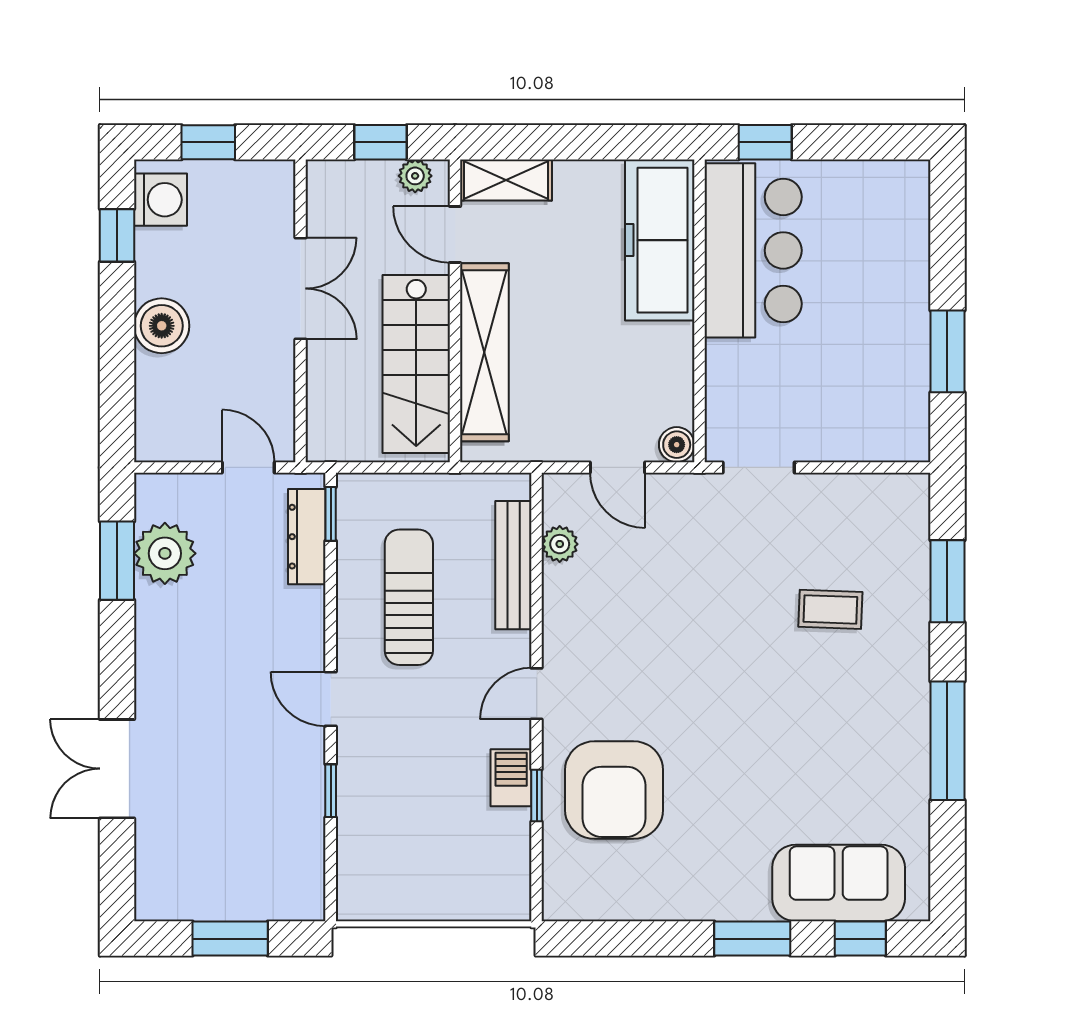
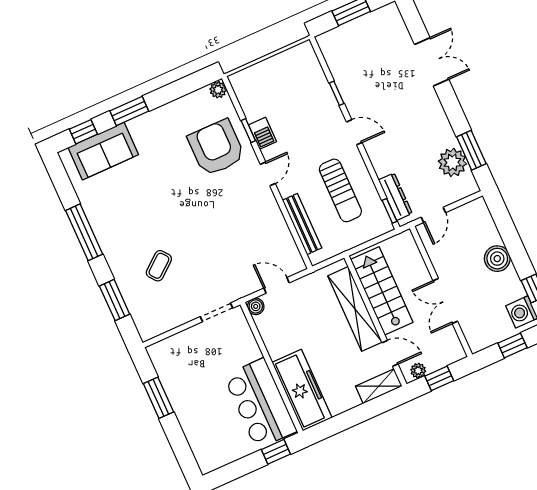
door: (248, 467) -> (433, 215), hinge flipped
plant: (560, 544) -> (218, 90), moved
coffee table: (830, 609) -> (159, 266), turned -41

